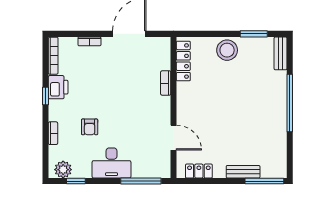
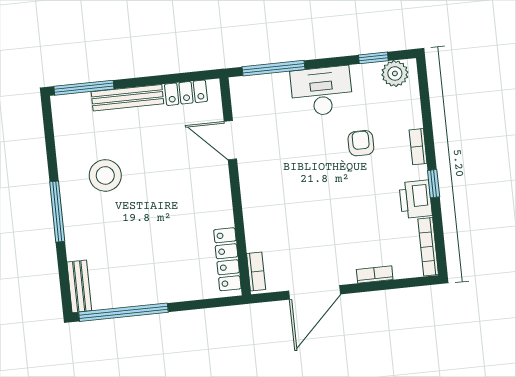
window: (254, 34) -> (123, 312), width x2.11
stool: (227, 50) -> (105, 175), moved
bookcase: (166, 83) -> (256, 272), moved
window: (290, 103) -> (57, 212), width x0.68
bookcase: (53, 133) -> (418, 147), moved
bench: (243, 172) -> (127, 98), width x1.36

